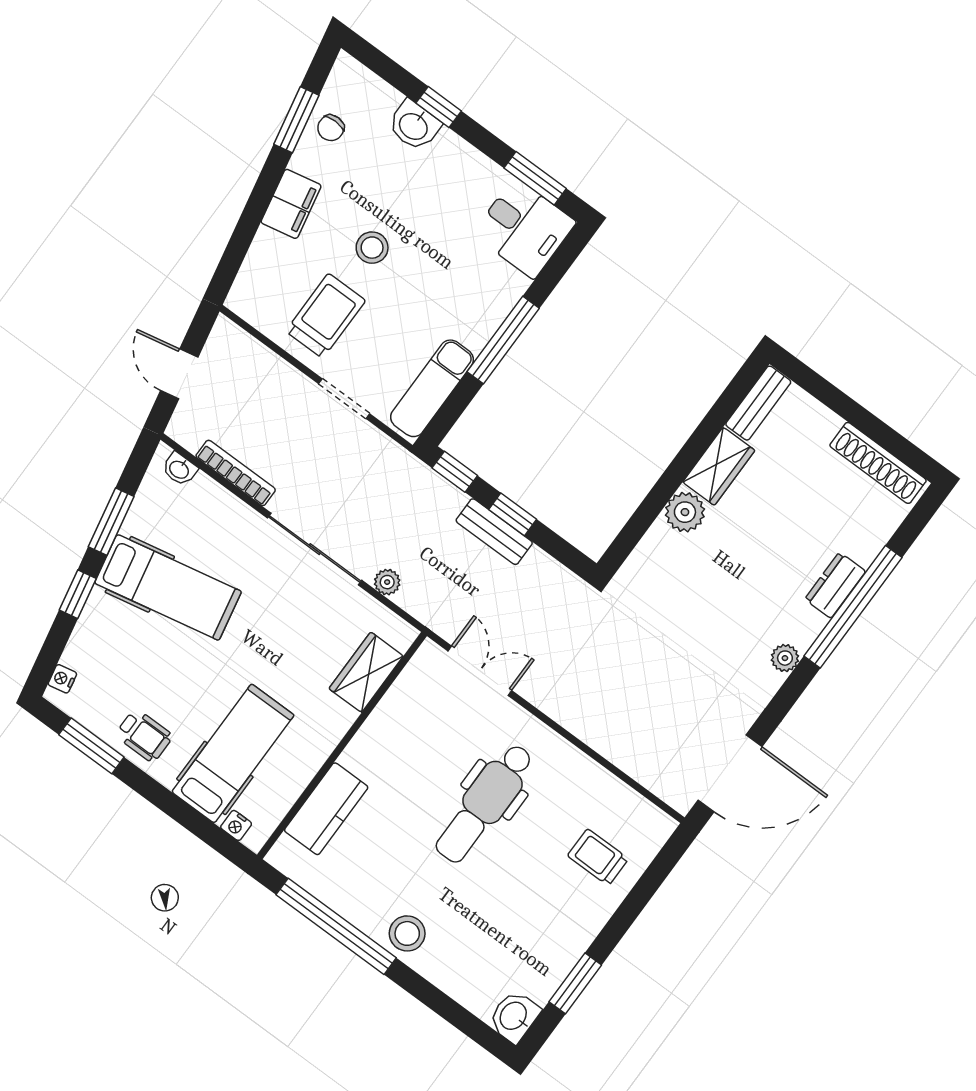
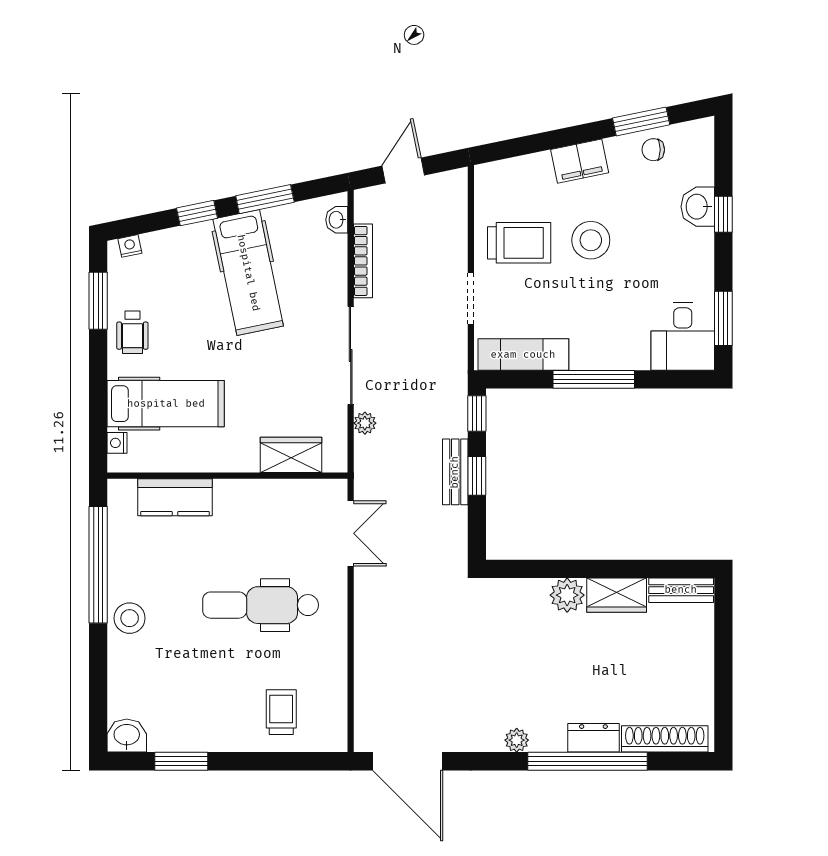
stool: (372, 248) -> (591, 240), width x1.38, depth x1.38
shoe rack: (878, 463) -> (665, 739), moved, turned 90

